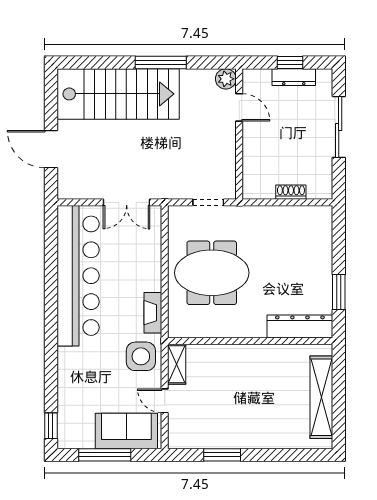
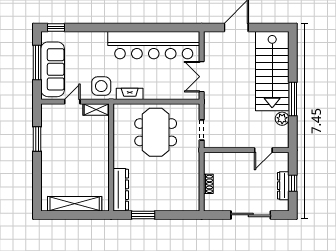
plant: (226, 79) -> (282, 119), moved
sofa: (126, 431) -> (53, 69), width x1.36

